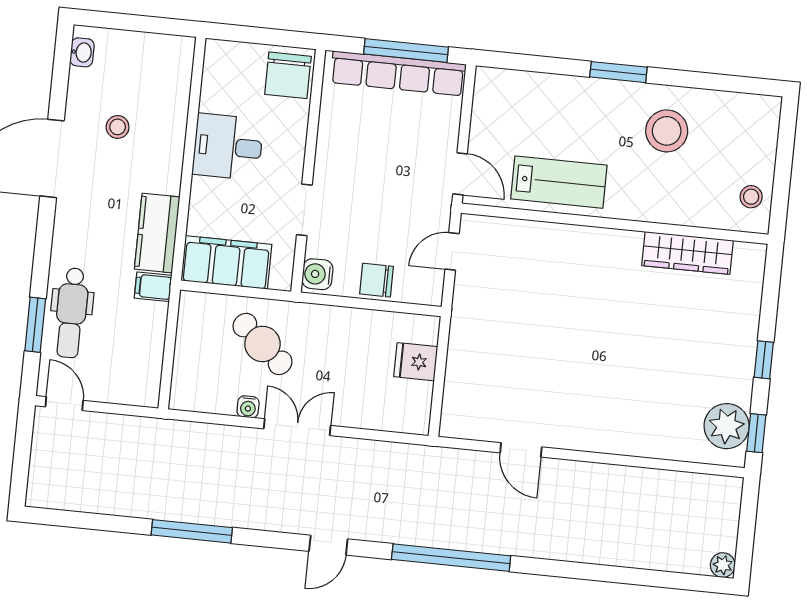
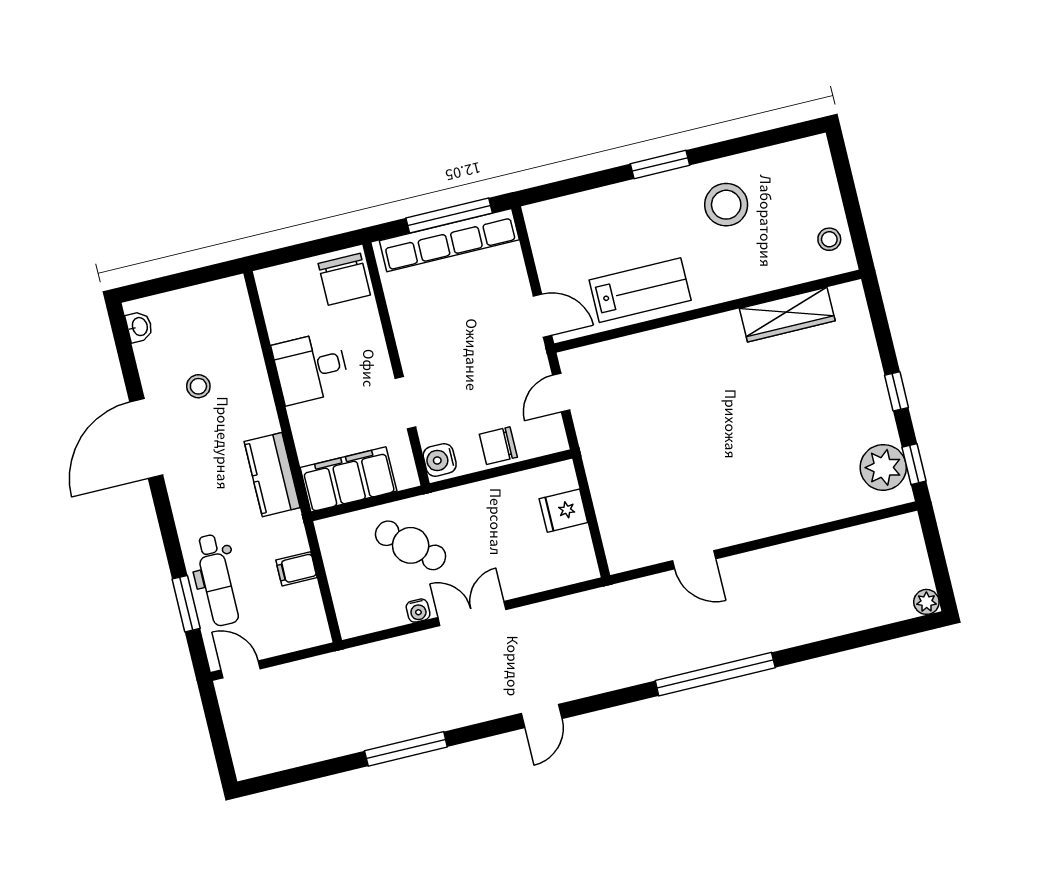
filing cabinet: (153, 287) -> (296, 569), moved
window: (451, 558) -> (715, 674), moved

